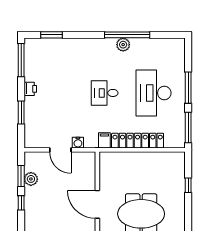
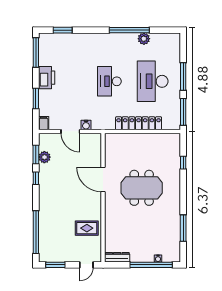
plant: (123, 45) -> (144, 39), moved
printer: (30, 89) -> (47, 78), width x1.87, depth x1.48
desk: (105, 93) -> (109, 81), width x1.37
filing cabinet: (104, 140) -> (44, 123), moved

